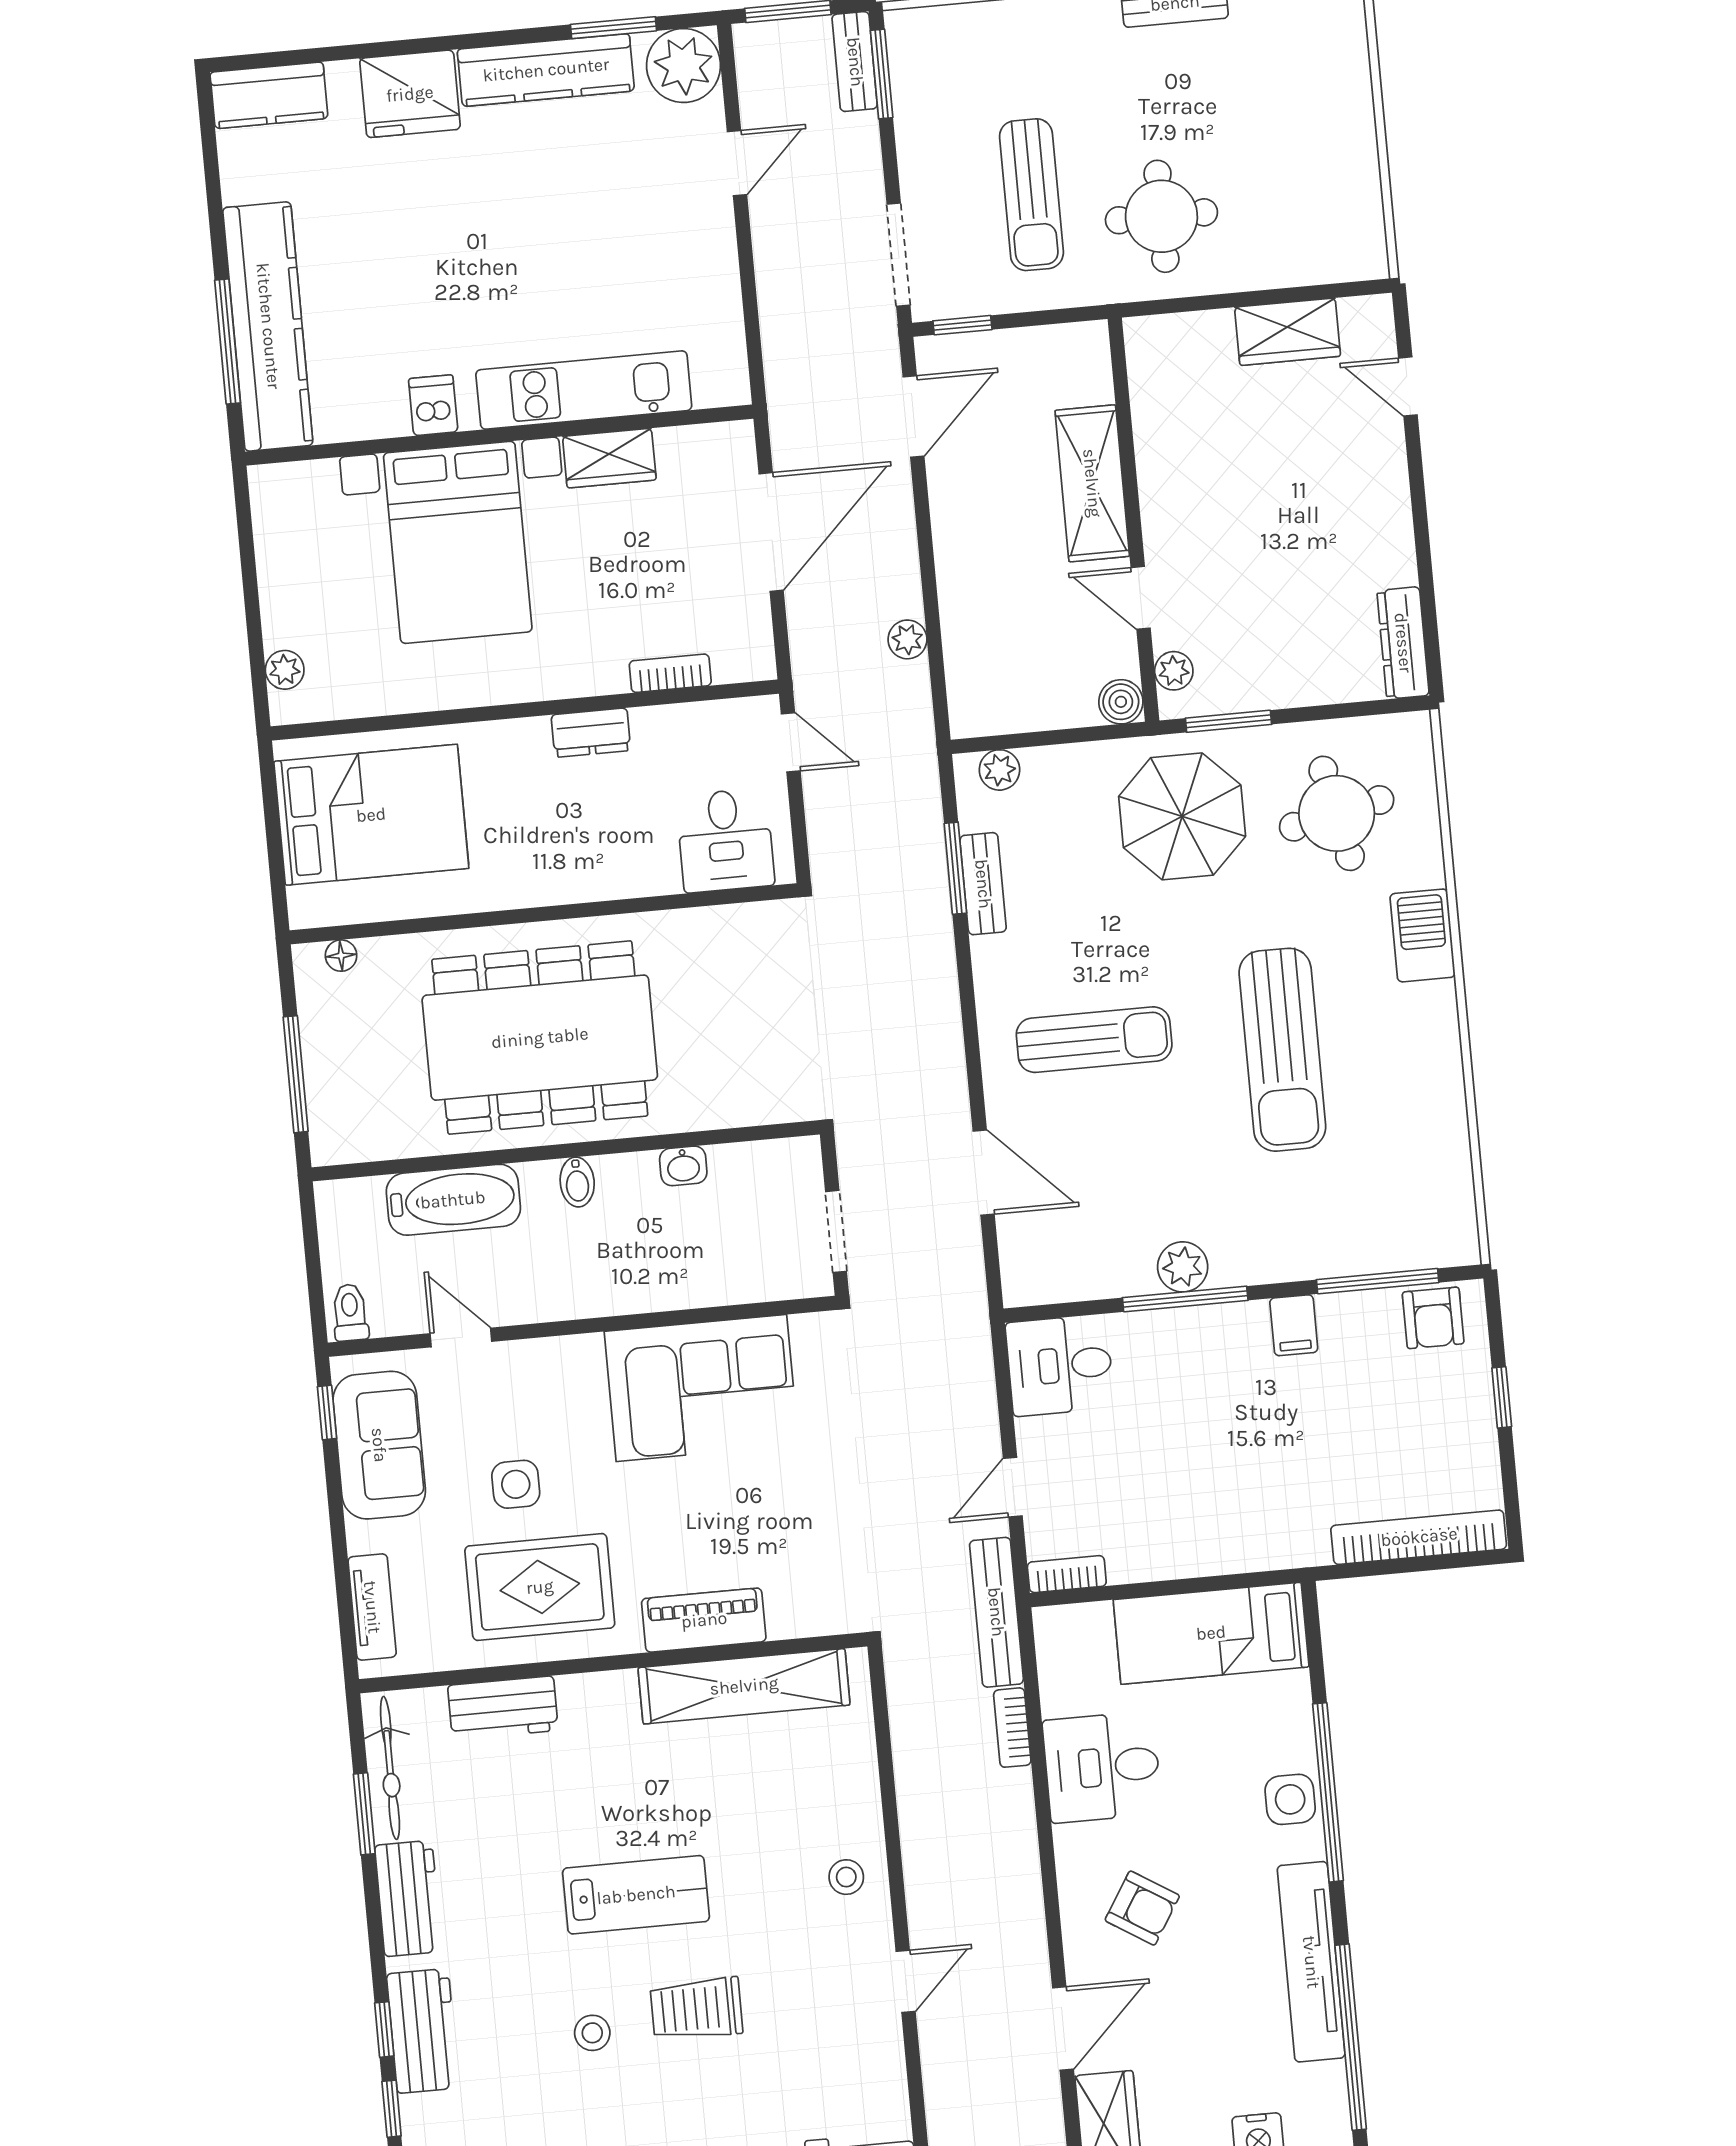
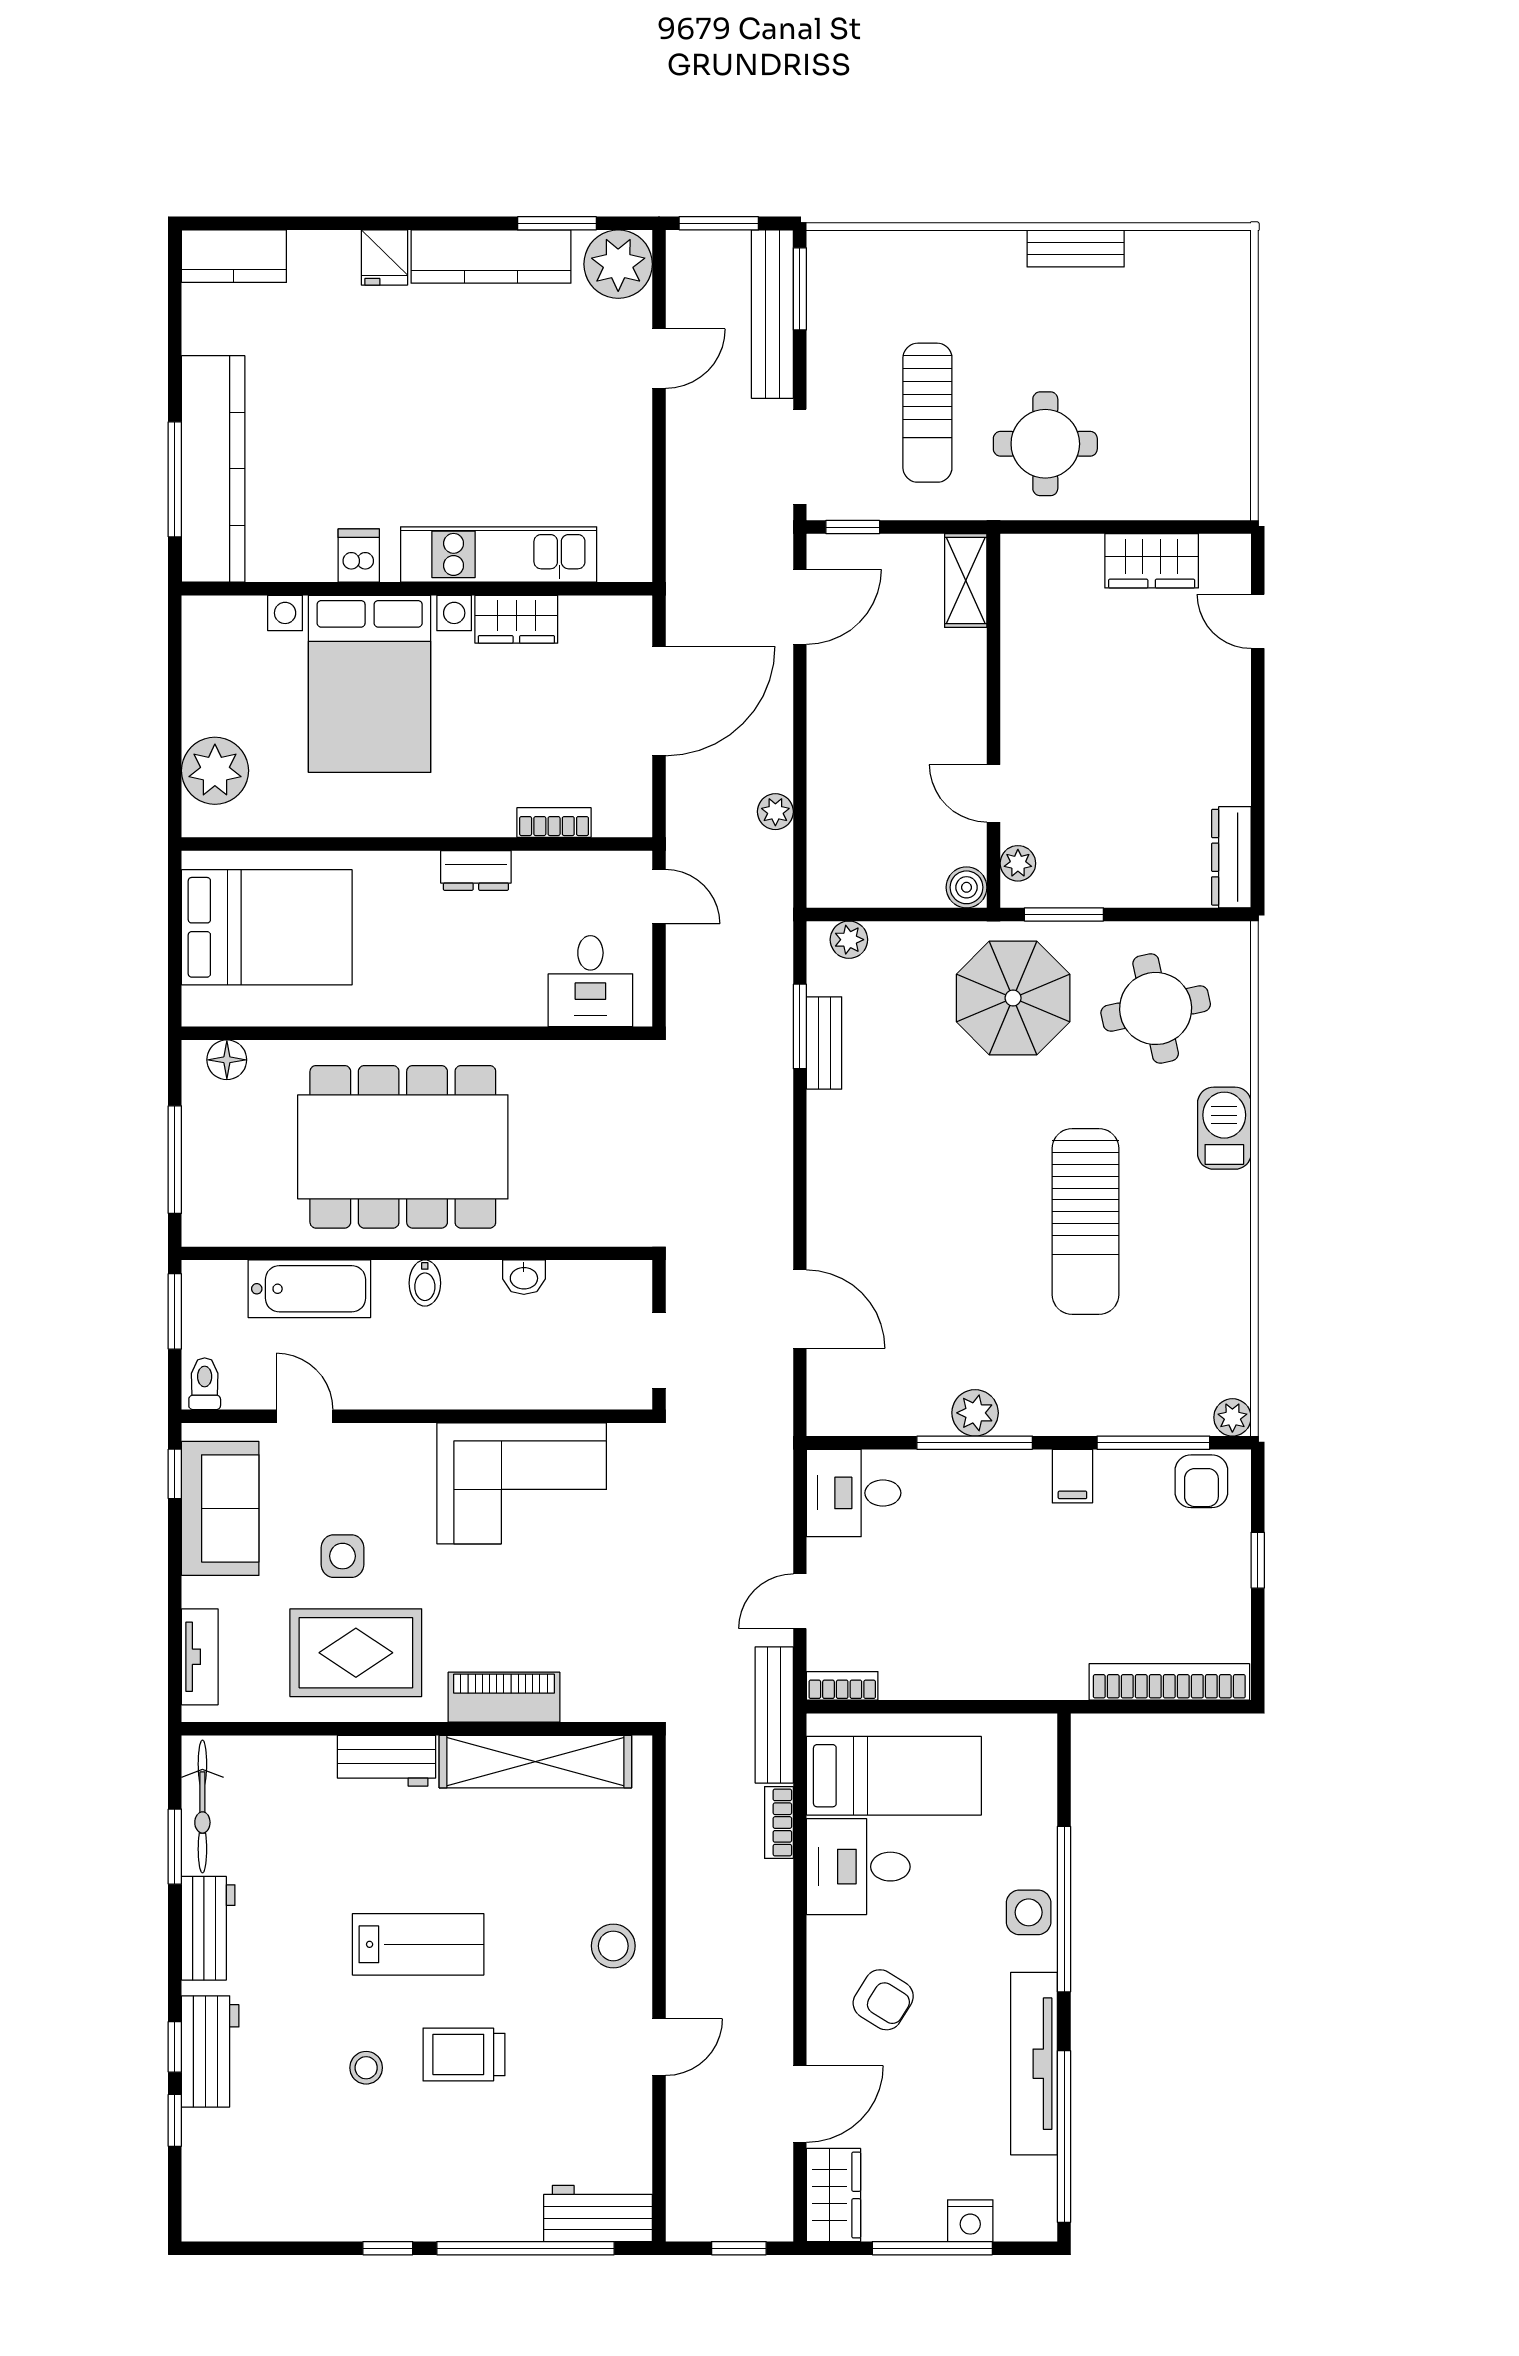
bench: (855, 62) -> (772, 314), width x1.86, depth x1.21
fridge: (410, 94) -> (384, 257), width x0.53, depth x0.75
shelving: (1092, 483) -> (966, 581), moved, width x0.67, depth x0.75
plant: (285, 670) -> (215, 771), width x1.88, depth x1.88
floor lamp: (341, 956) -> (227, 1060), width x1.37, depth x1.37
sun lounger: (1094, 1040) -> (913, 1196), removed
window: (311, 1238) -> (175, 1311), added
plant: (1460, 1246) -> (1232, 1417), added
bed: (1211, 1633) -> (894, 1776), moved, turned 180
workbench: (503, 1708) -> (386, 1761), moved
stool: (846, 1877) -> (613, 1946), width x1.37, depth x1.37

